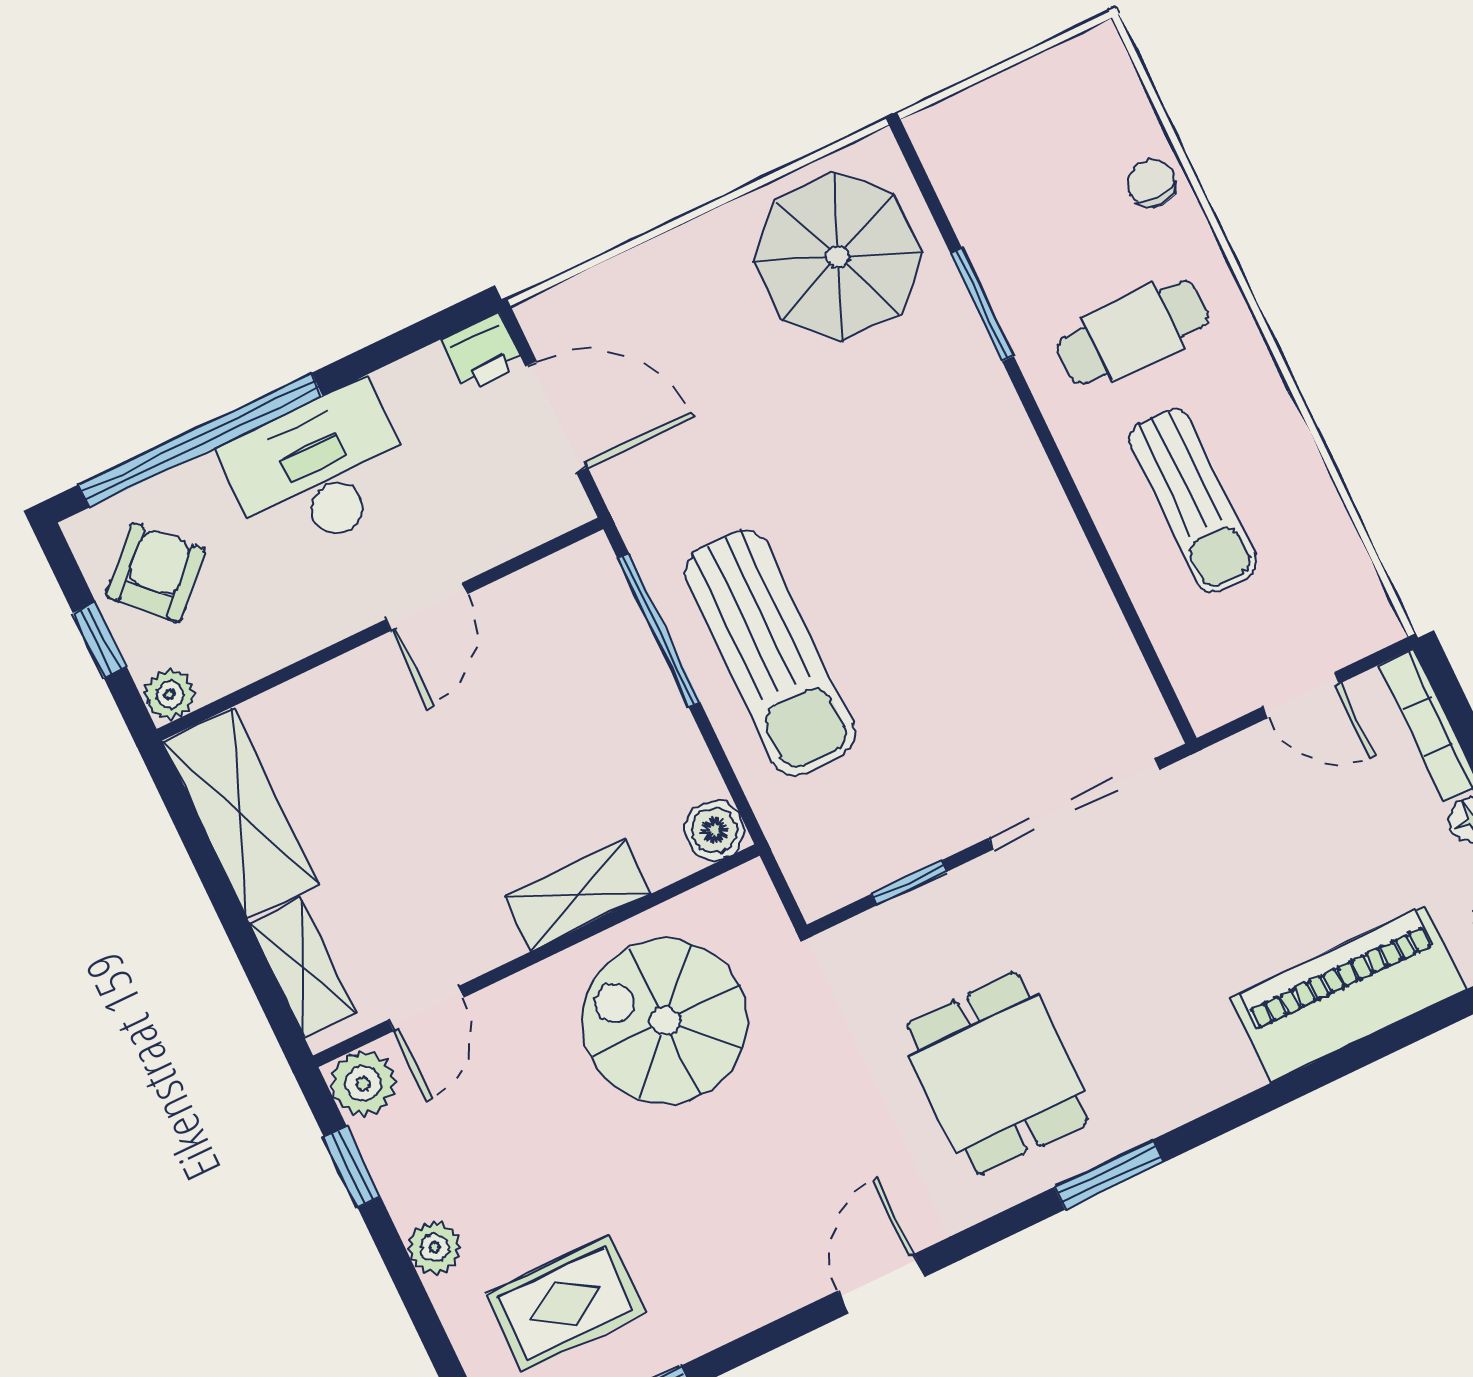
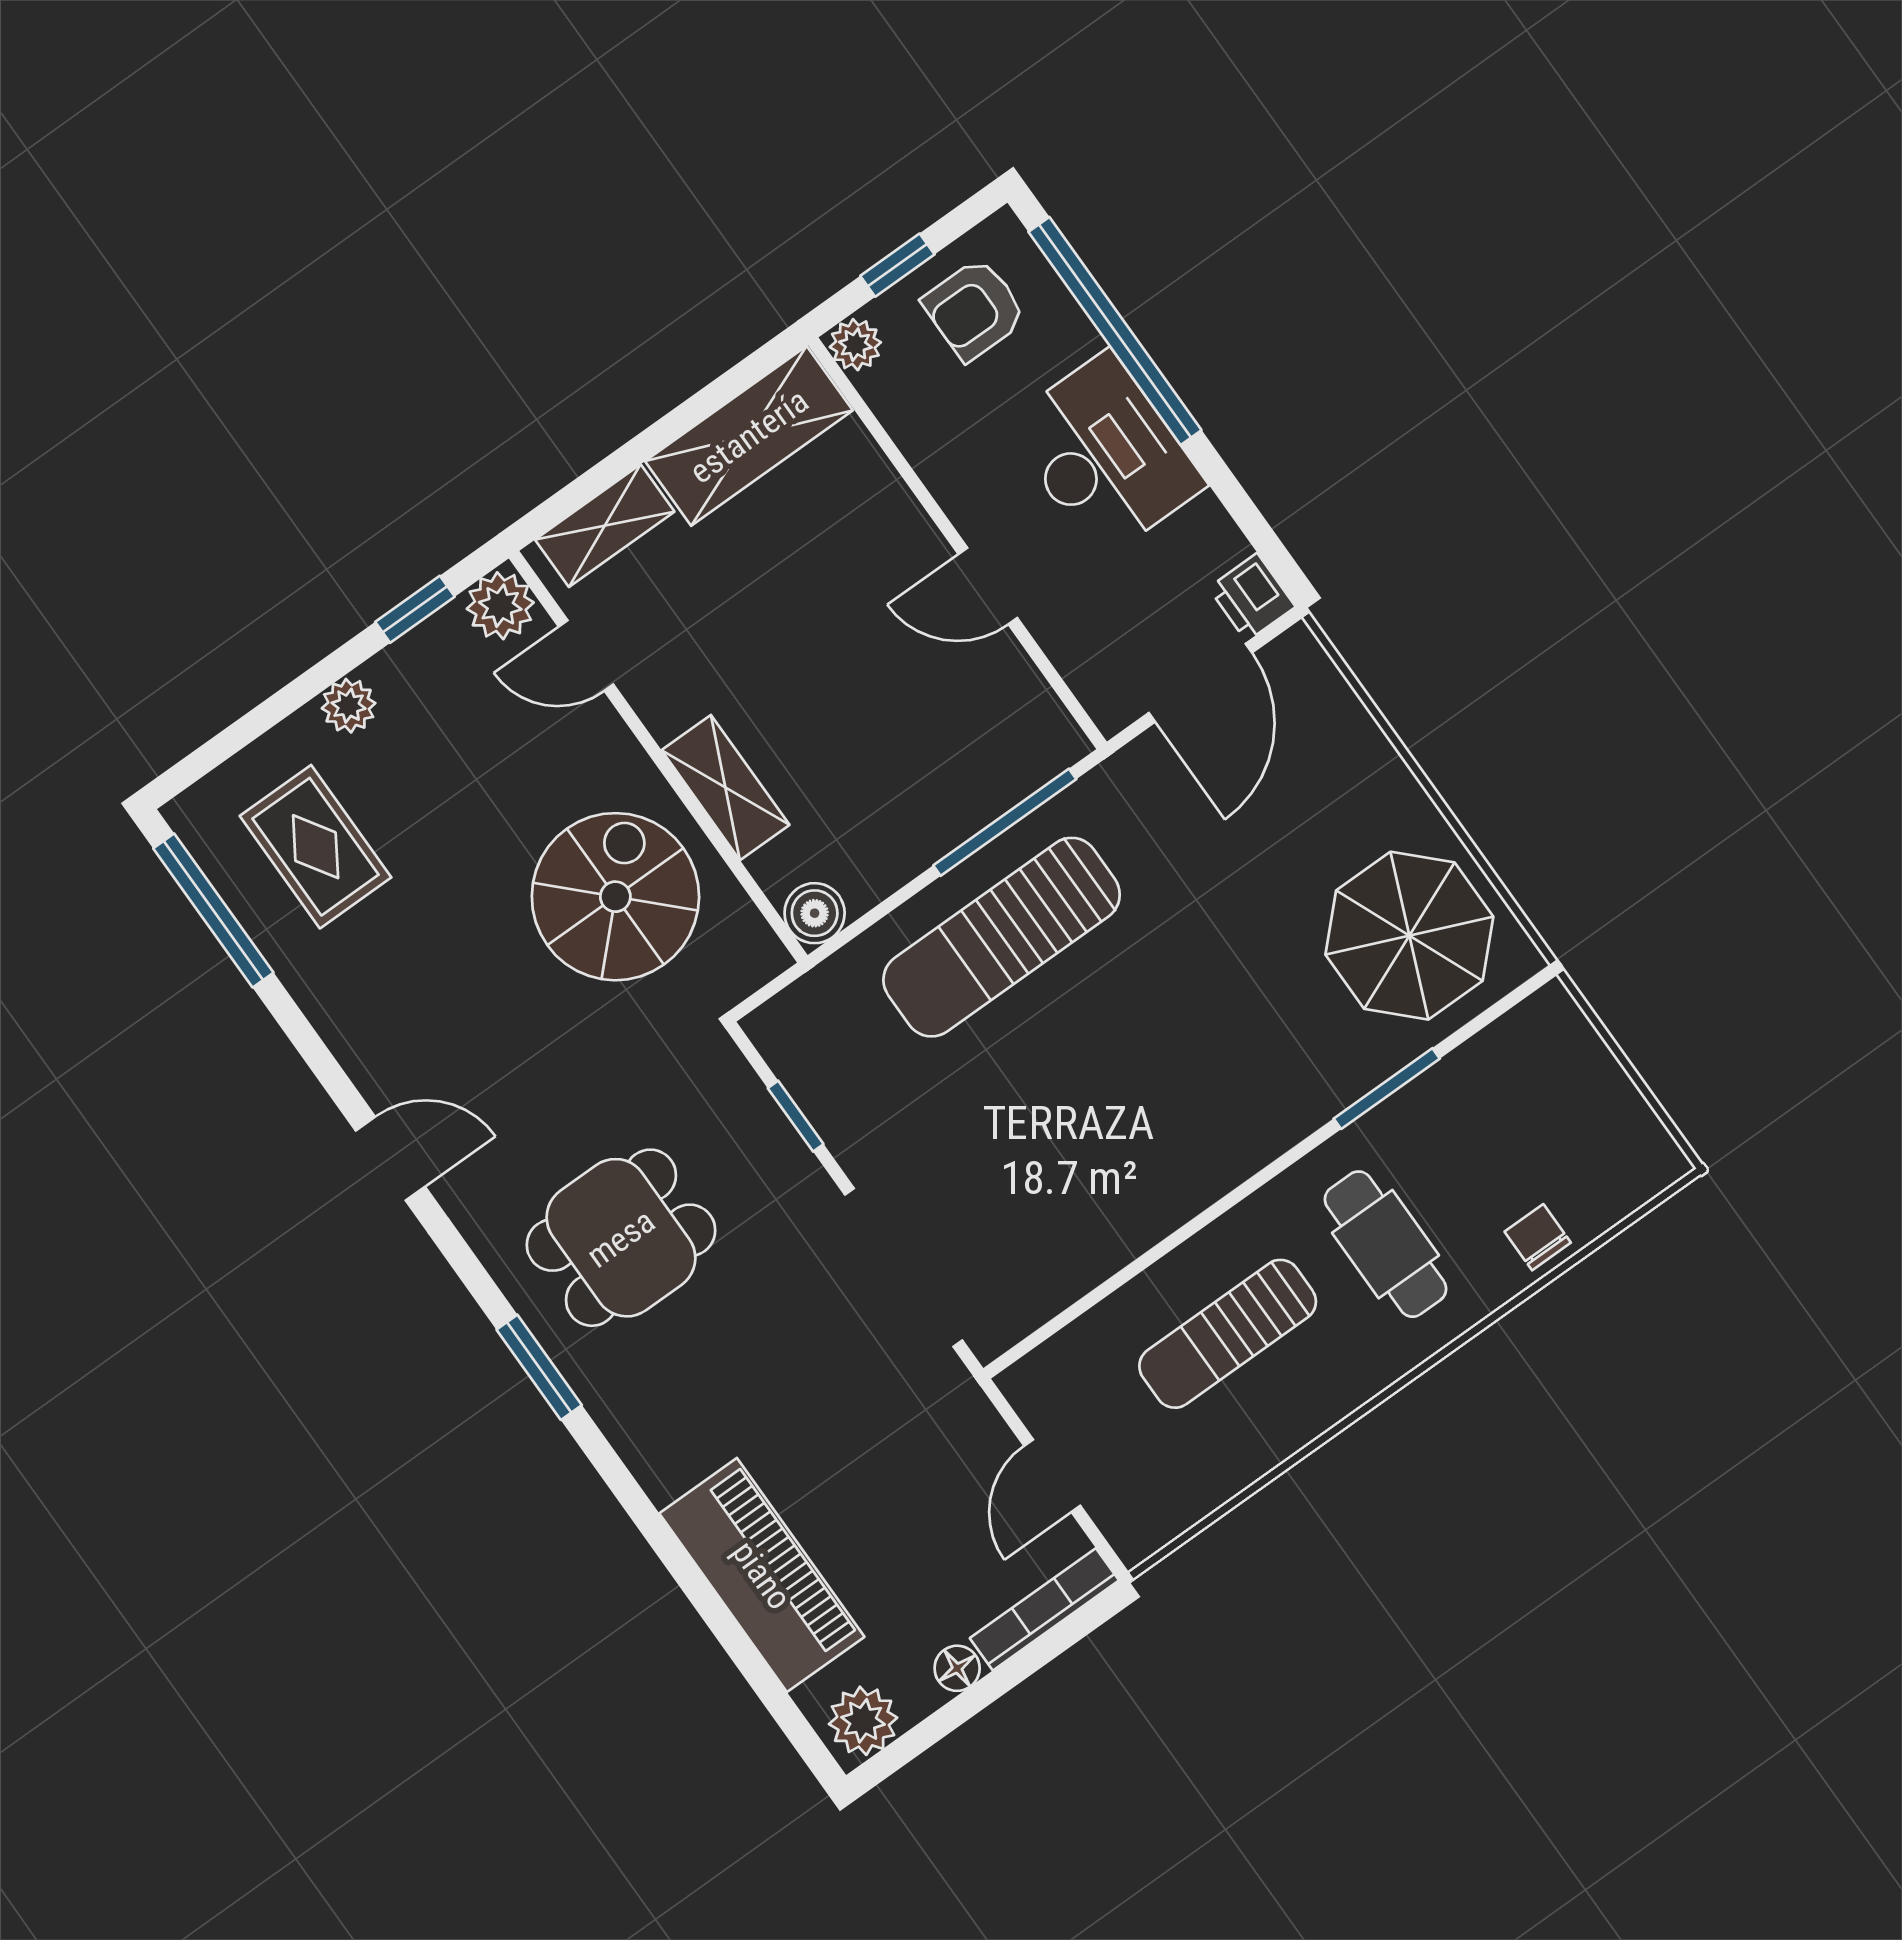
chair: (1152, 183) -> (1538, 1237), turned -90
armchair: (156, 573) -> (974, 309), turned 135

